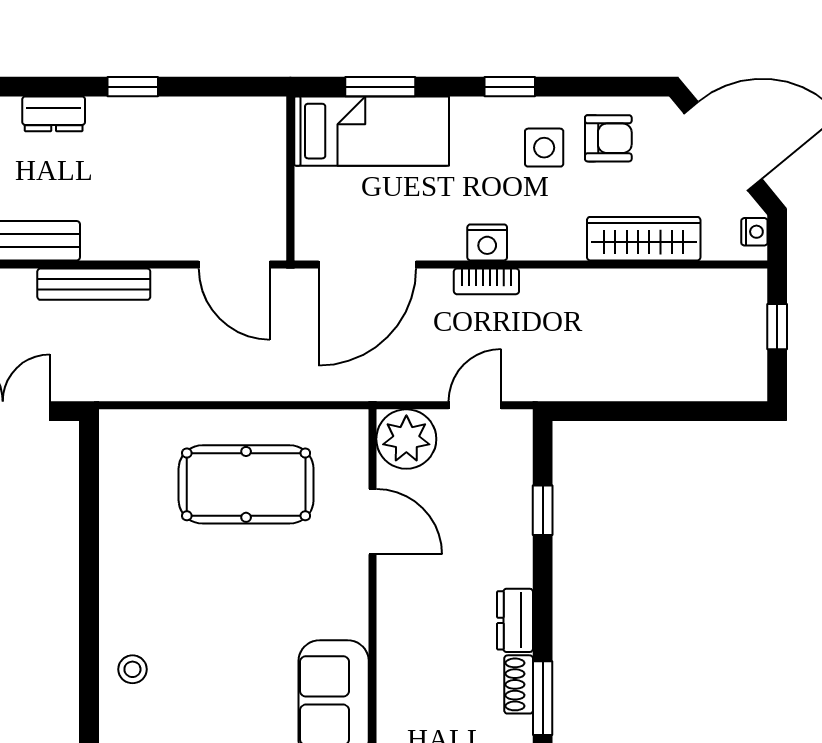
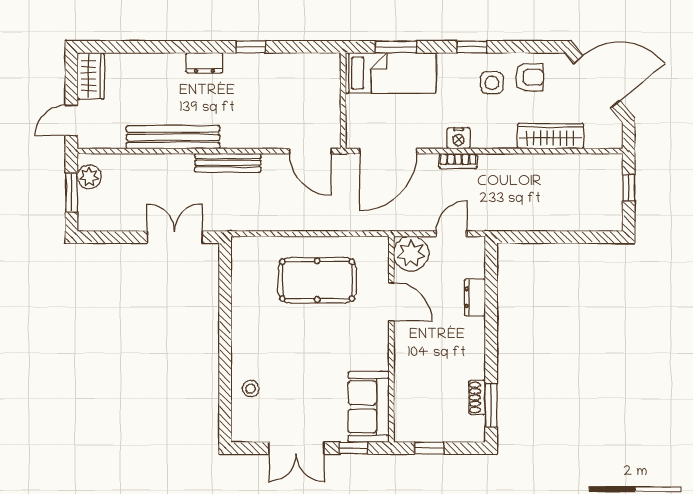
nightstand: (754, 232) -> (615, 132), removed
window: (543, 510) -> (491, 295), removed
dresser: (515, 620) -> (475, 297), moved

